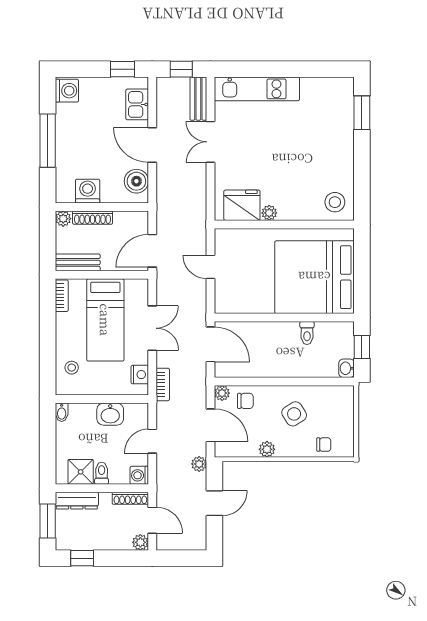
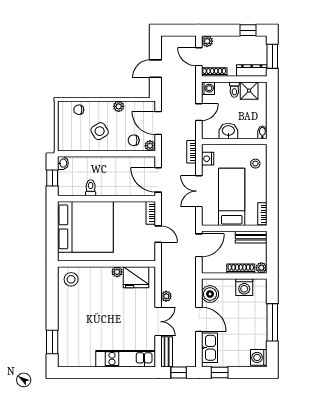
kitchen sink: (137, 104) -> (209, 348), width x1.38
bookcase: (221, 297) -> (151, 213), added
plant: (199, 464) -> (166, 296), moved

